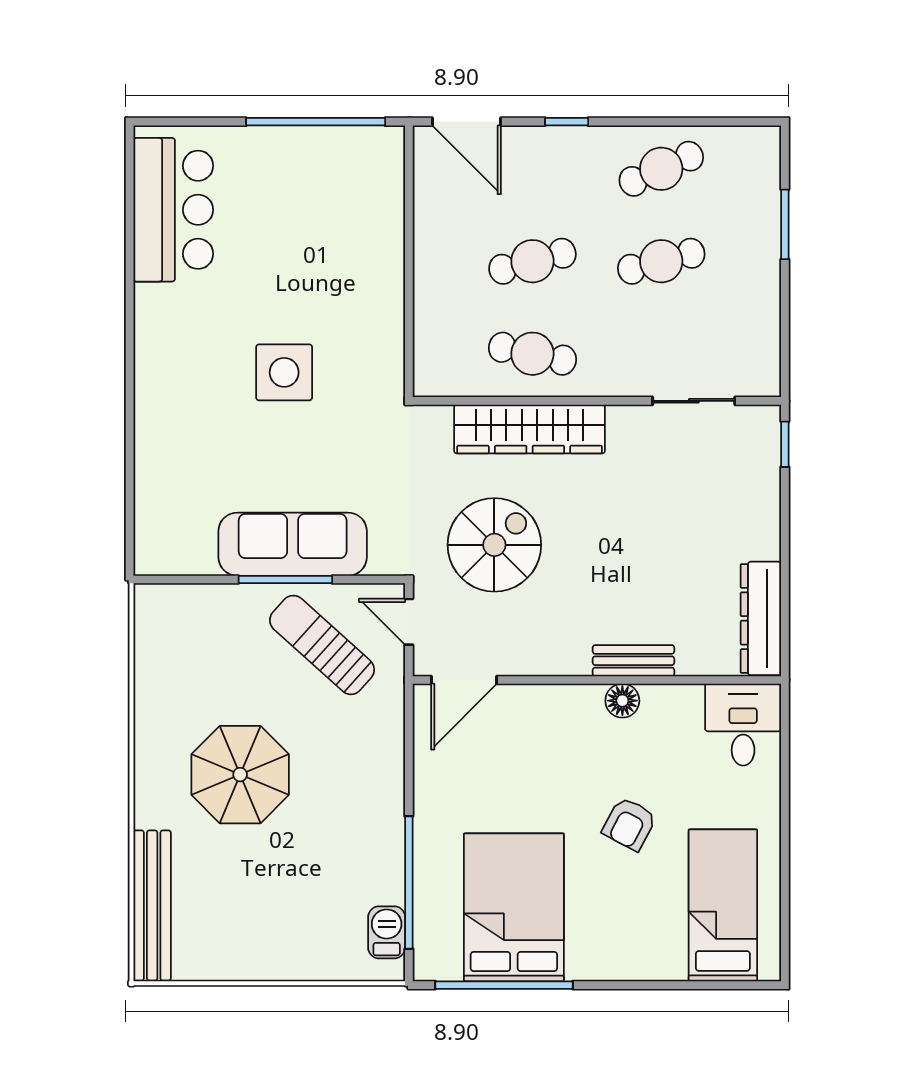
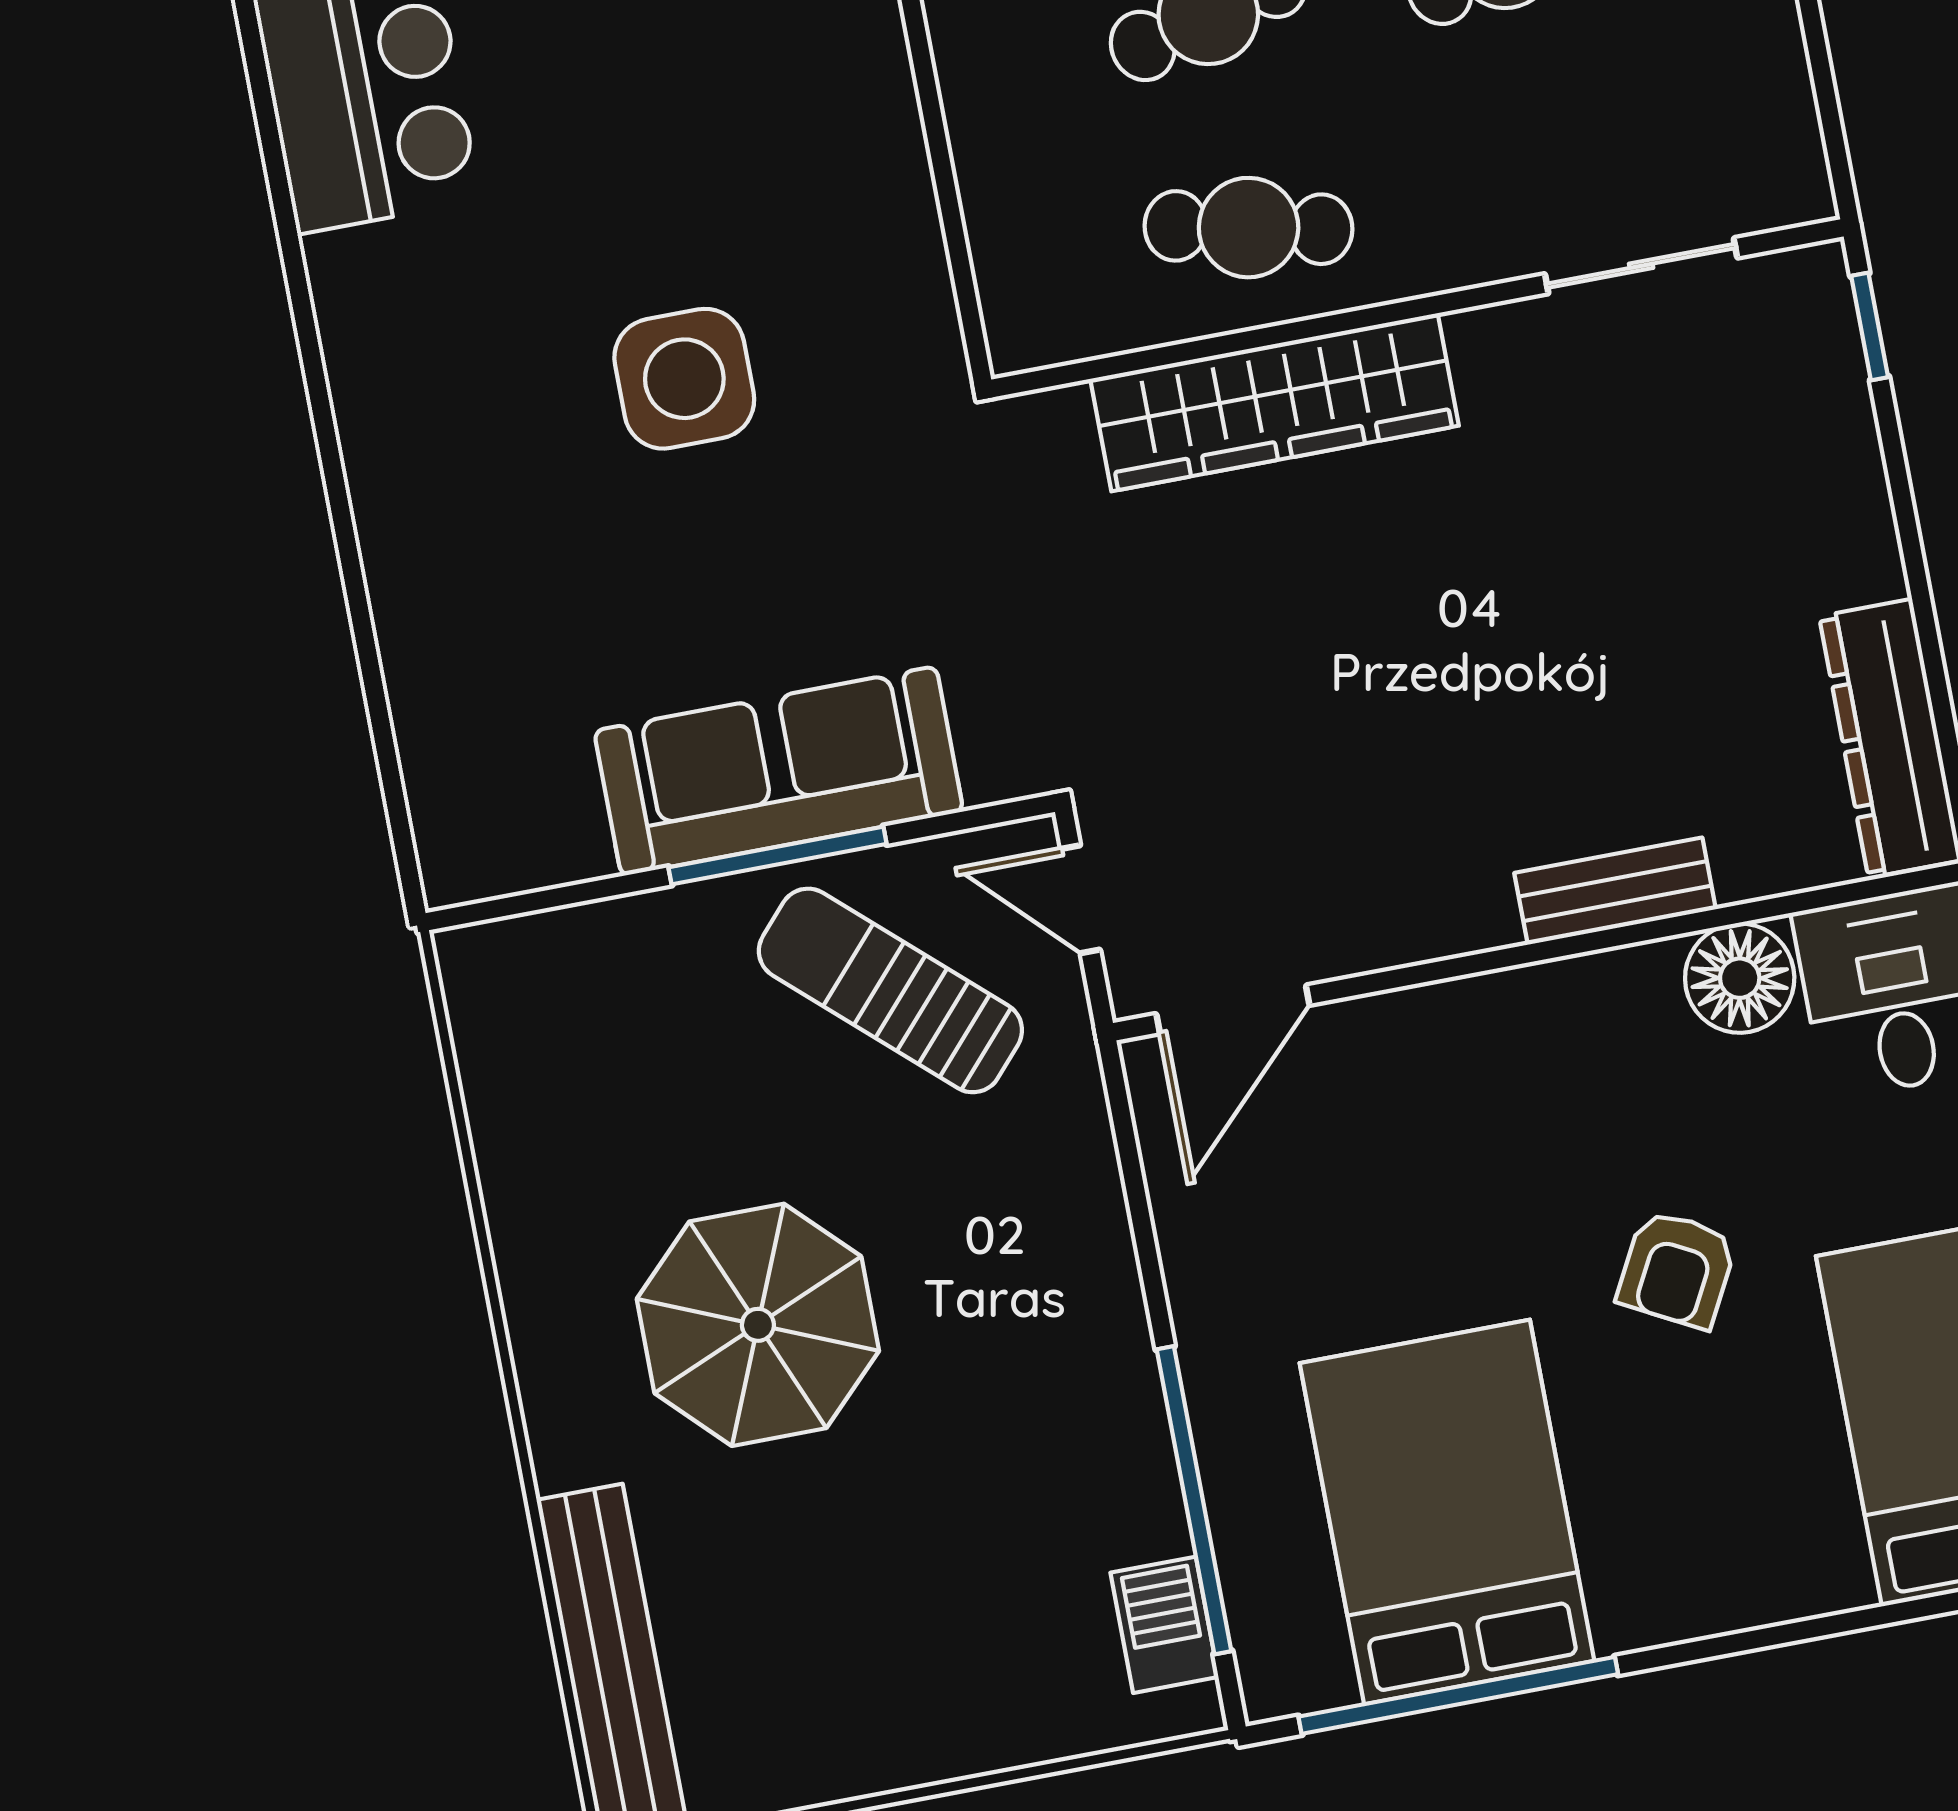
spiral stairs: (494, 545) -> (1244, 685), removed
floor lamp: (622, 701) -> (1740, 978), moved, width x1.38, depth x1.38

